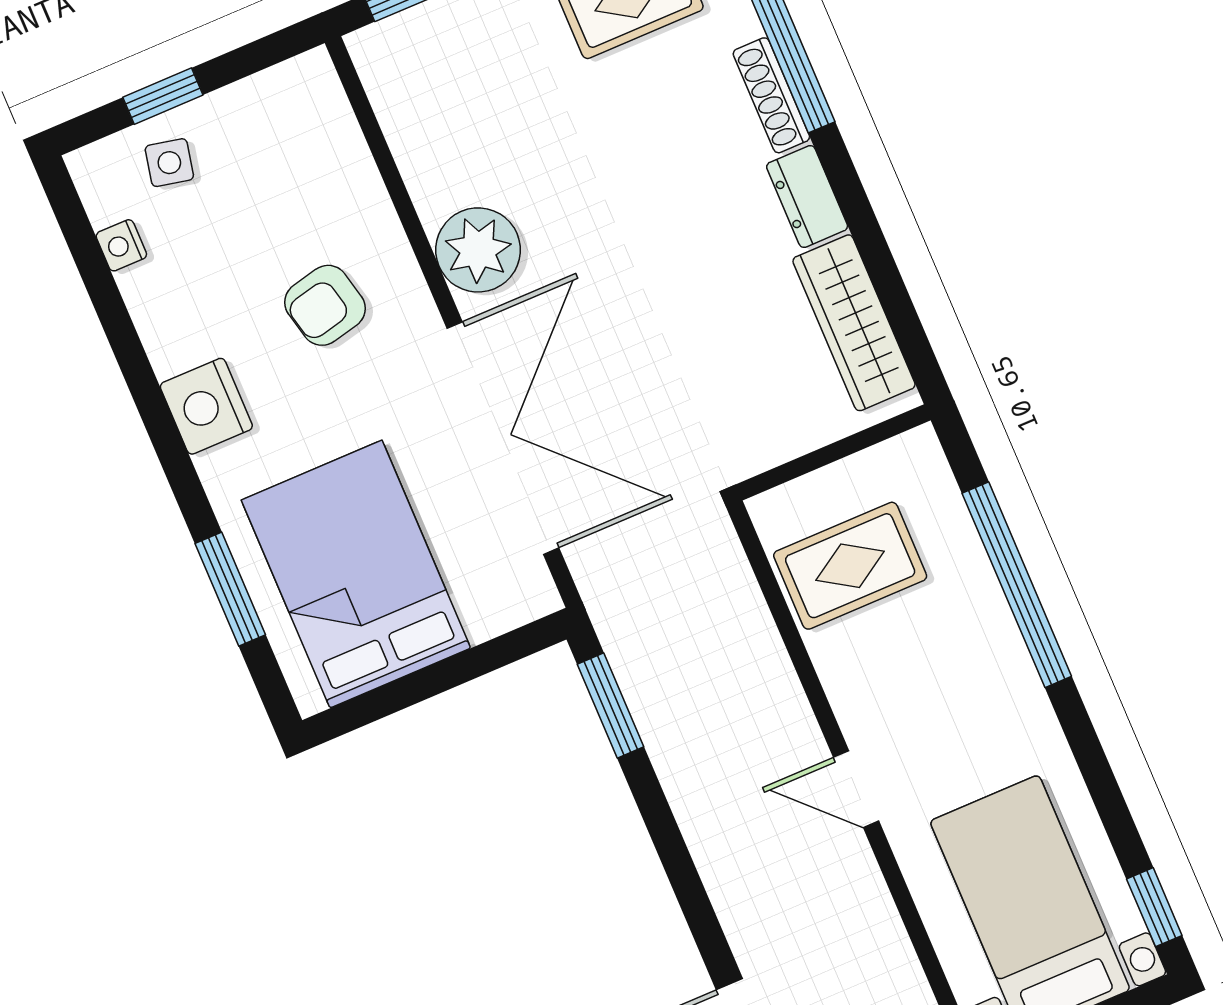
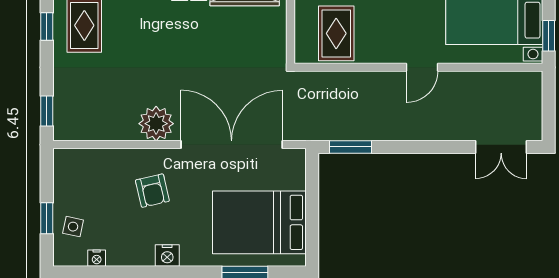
nightstand: (206, 406) -> (167, 256), width x0.74, depth x0.75

